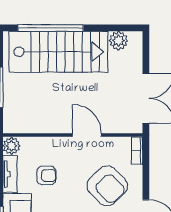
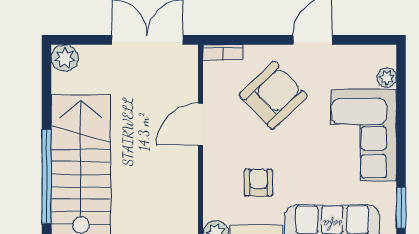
plant: (118, 41) -> (65, 58), moved

